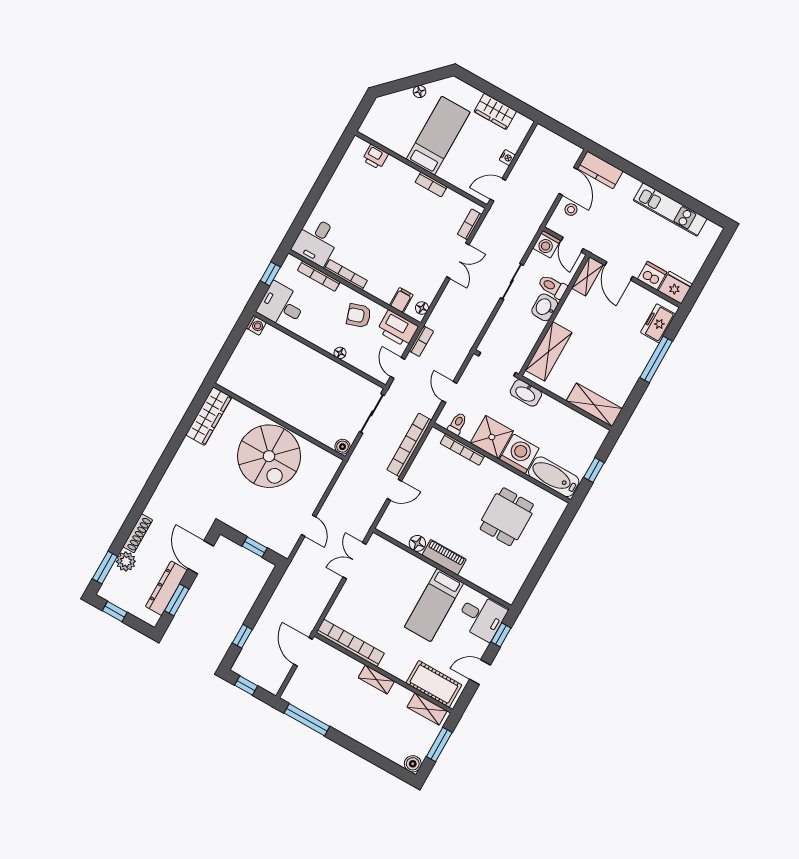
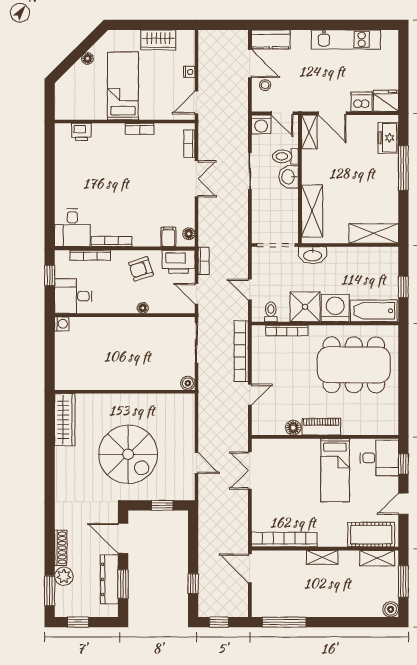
spiral stairs: (269, 456) -> (128, 454), moved
dining table: (507, 517) -> (354, 365), width x1.88, depth x1.24

